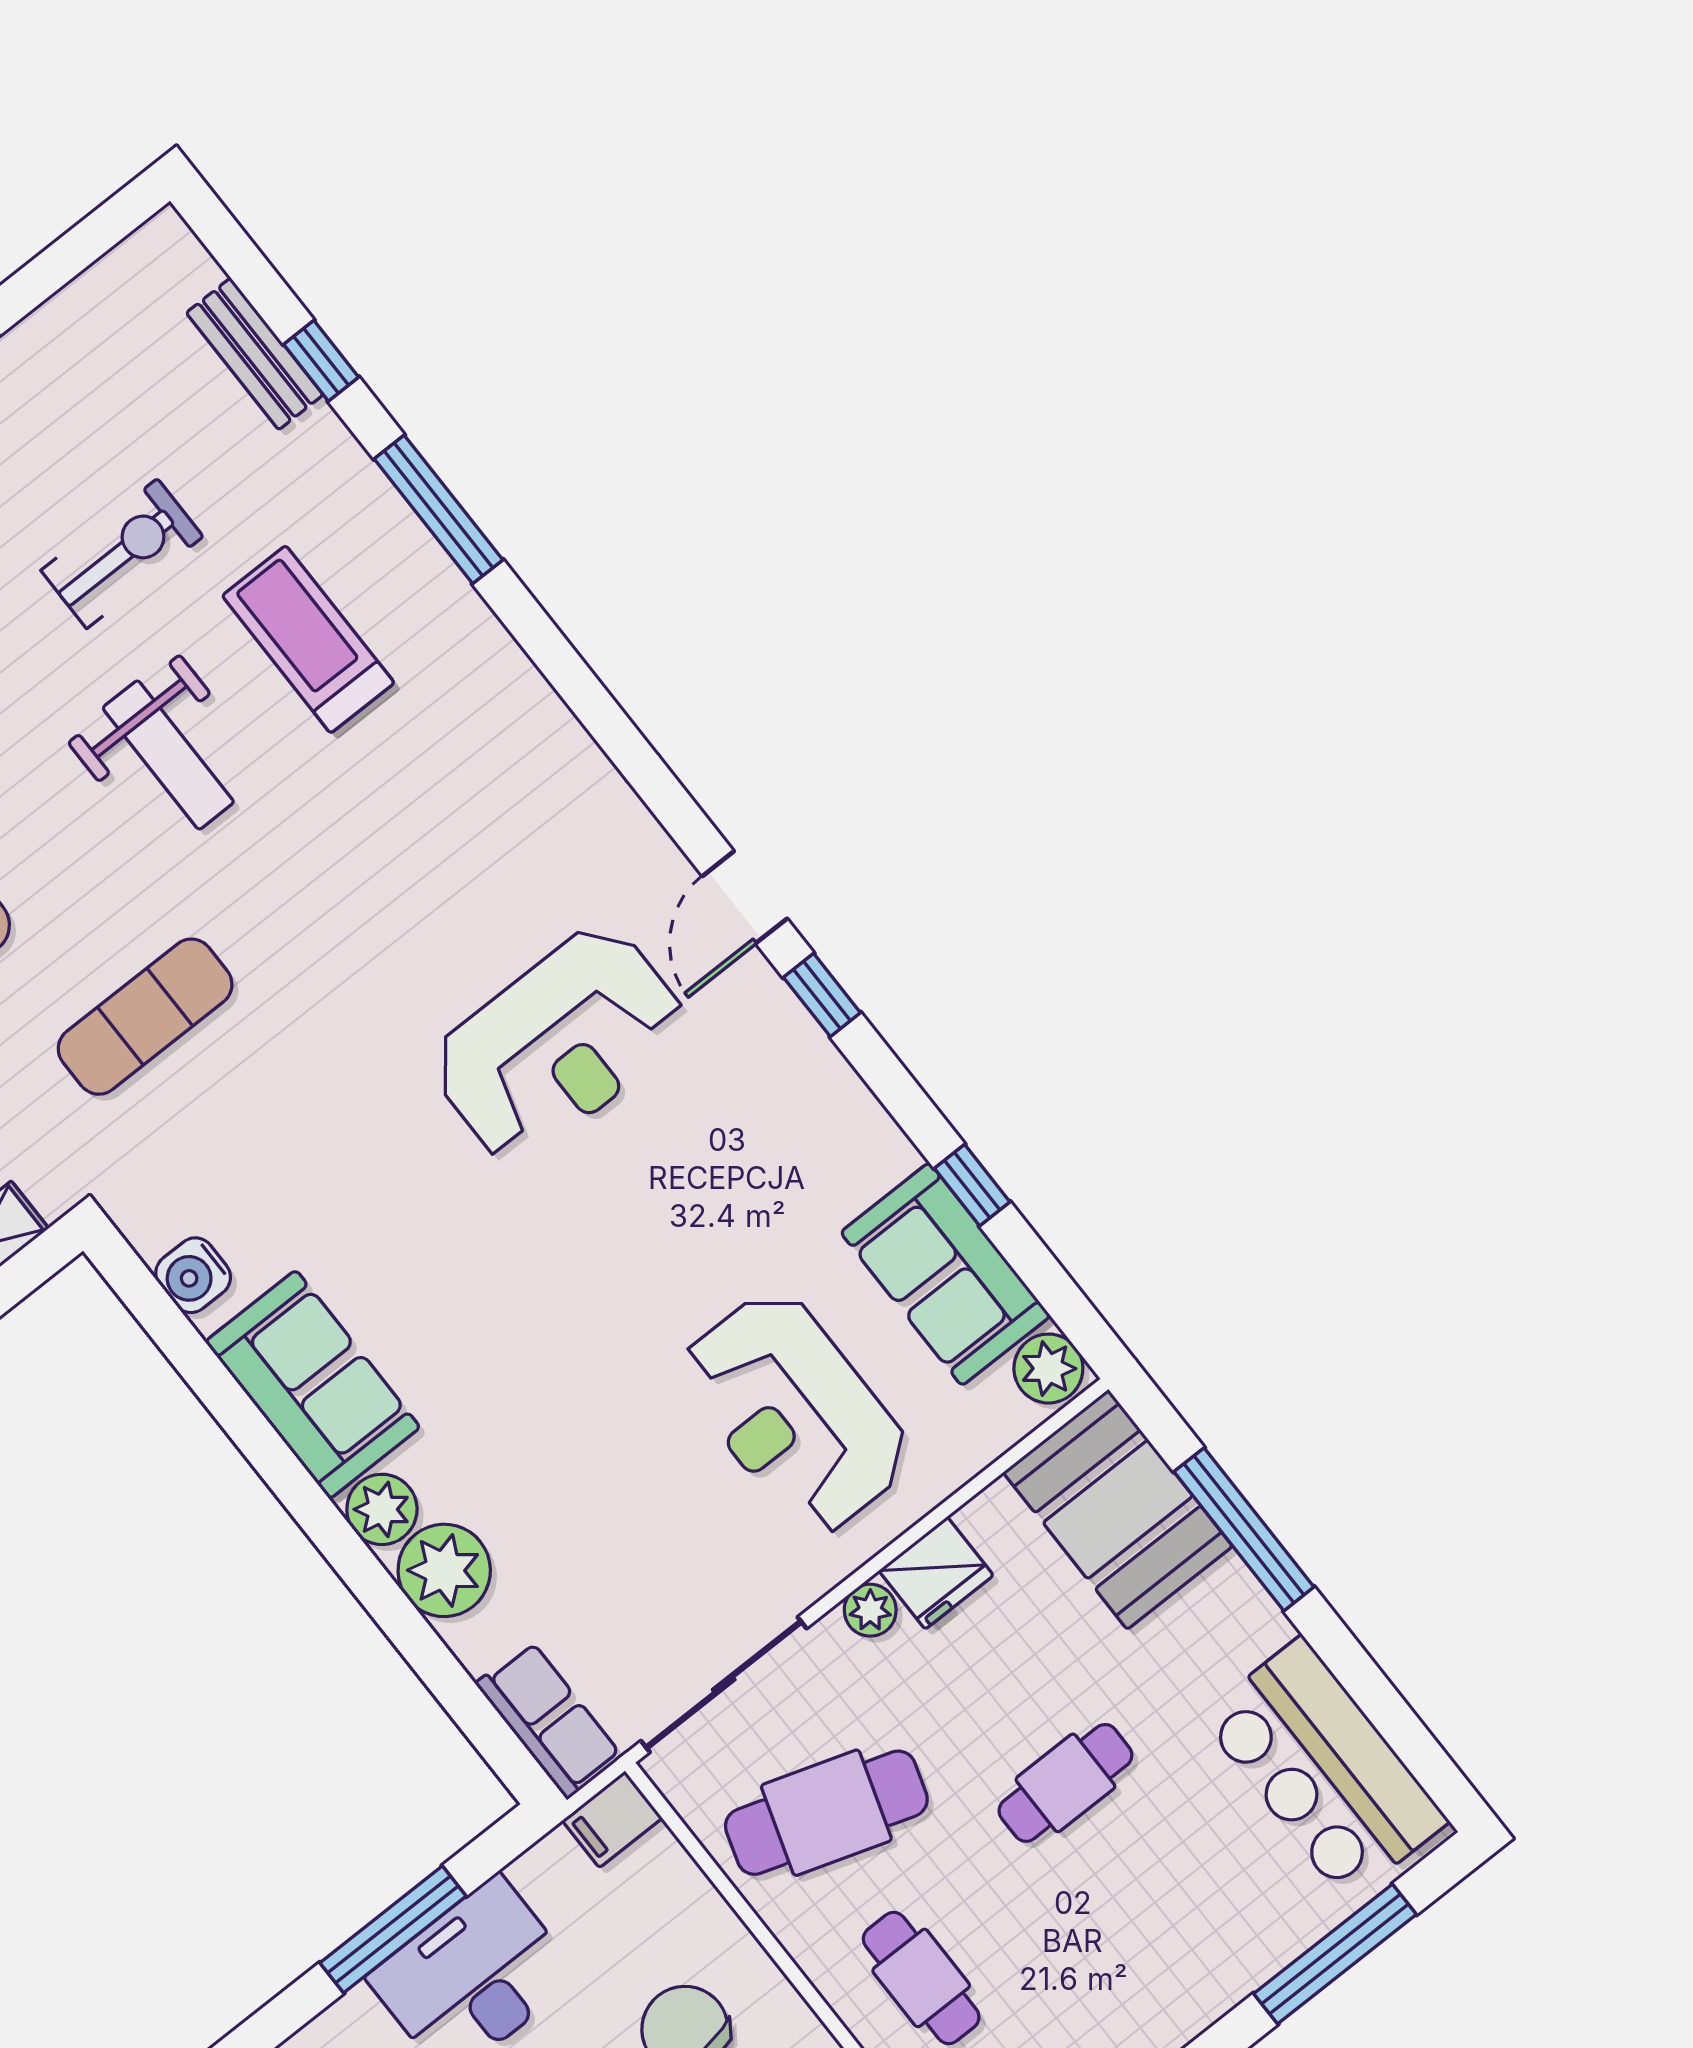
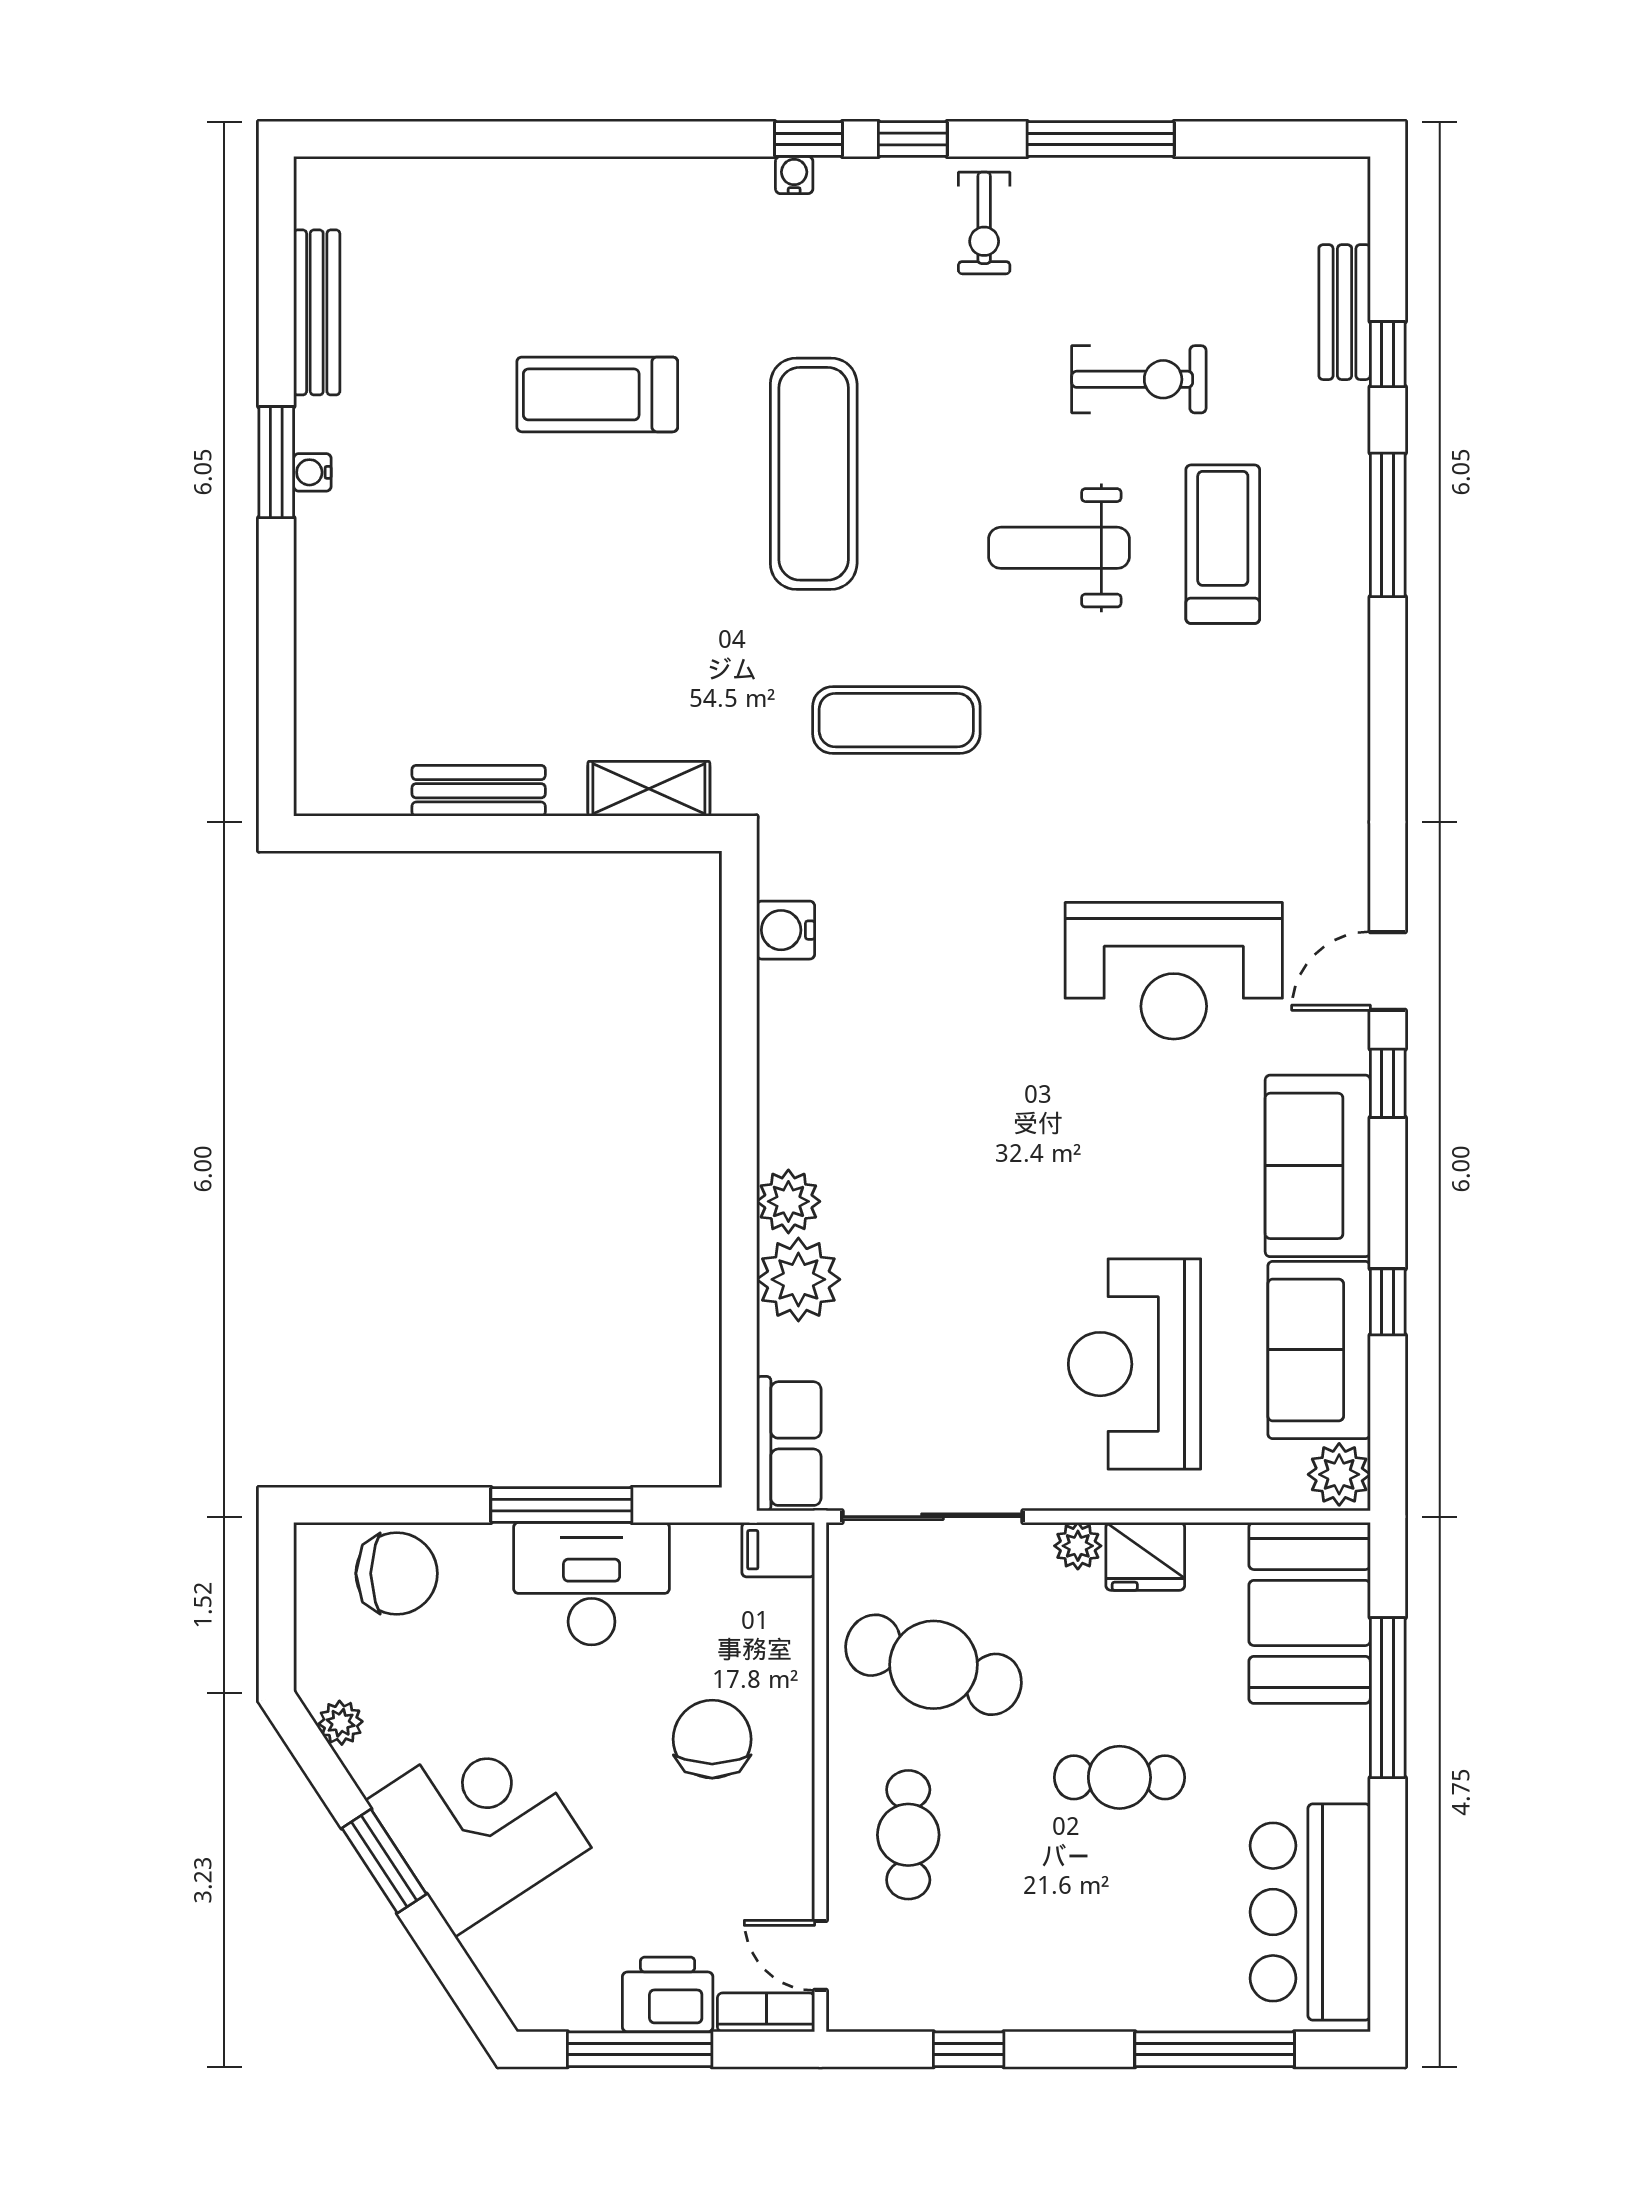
weight bench: (168, 755) -> (1059, 548), turned 90
sofa: (313, 1384) -> (1318, 1166), moved, turned 180

